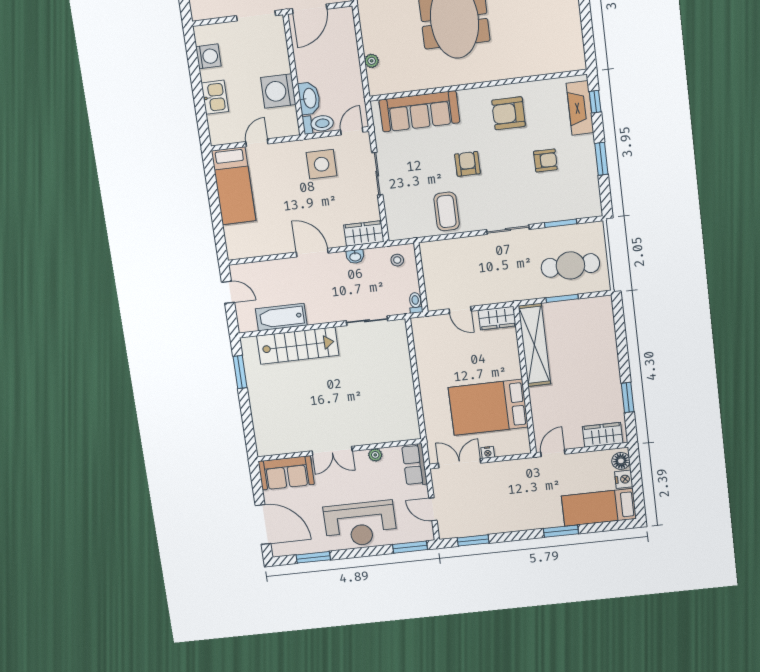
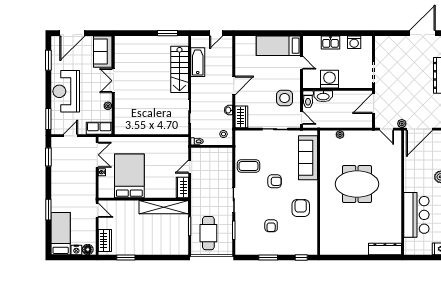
door: (310, 9) -> (374, 103), hinge flipped
fireplace: (580, 108) -> (299, 249), removed

